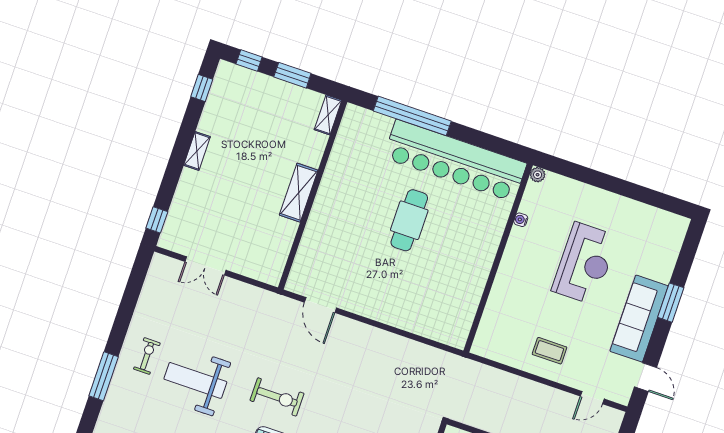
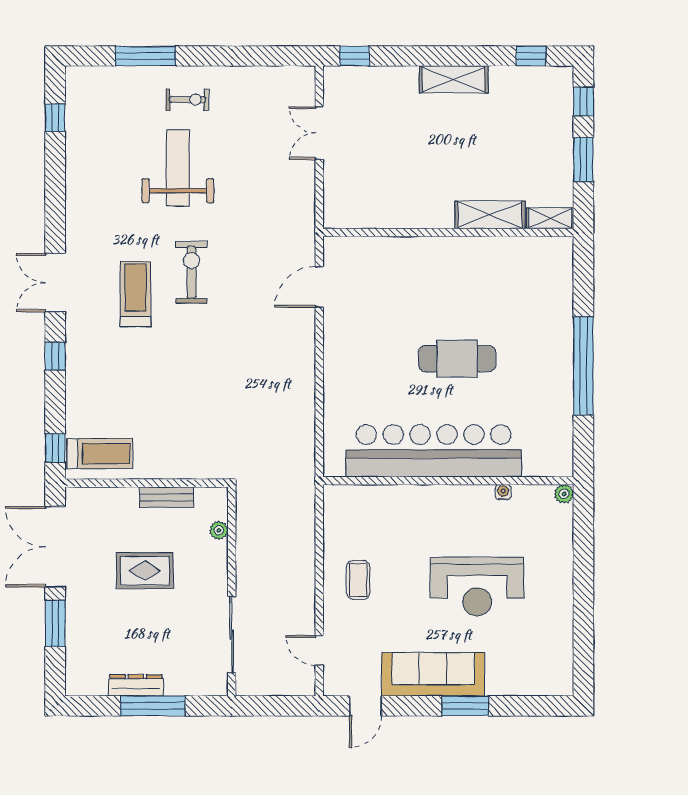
window: (412, 116) -> (583, 366), moved
shelving: (197, 151) -> (454, 79), width x1.50, depth x1.33
bar counter: (455, 161) -> (434, 451), moved, turned 90
shelving: (299, 193) -> (490, 215), moved
exercise bike: (277, 397) -> (191, 272), turned 180

